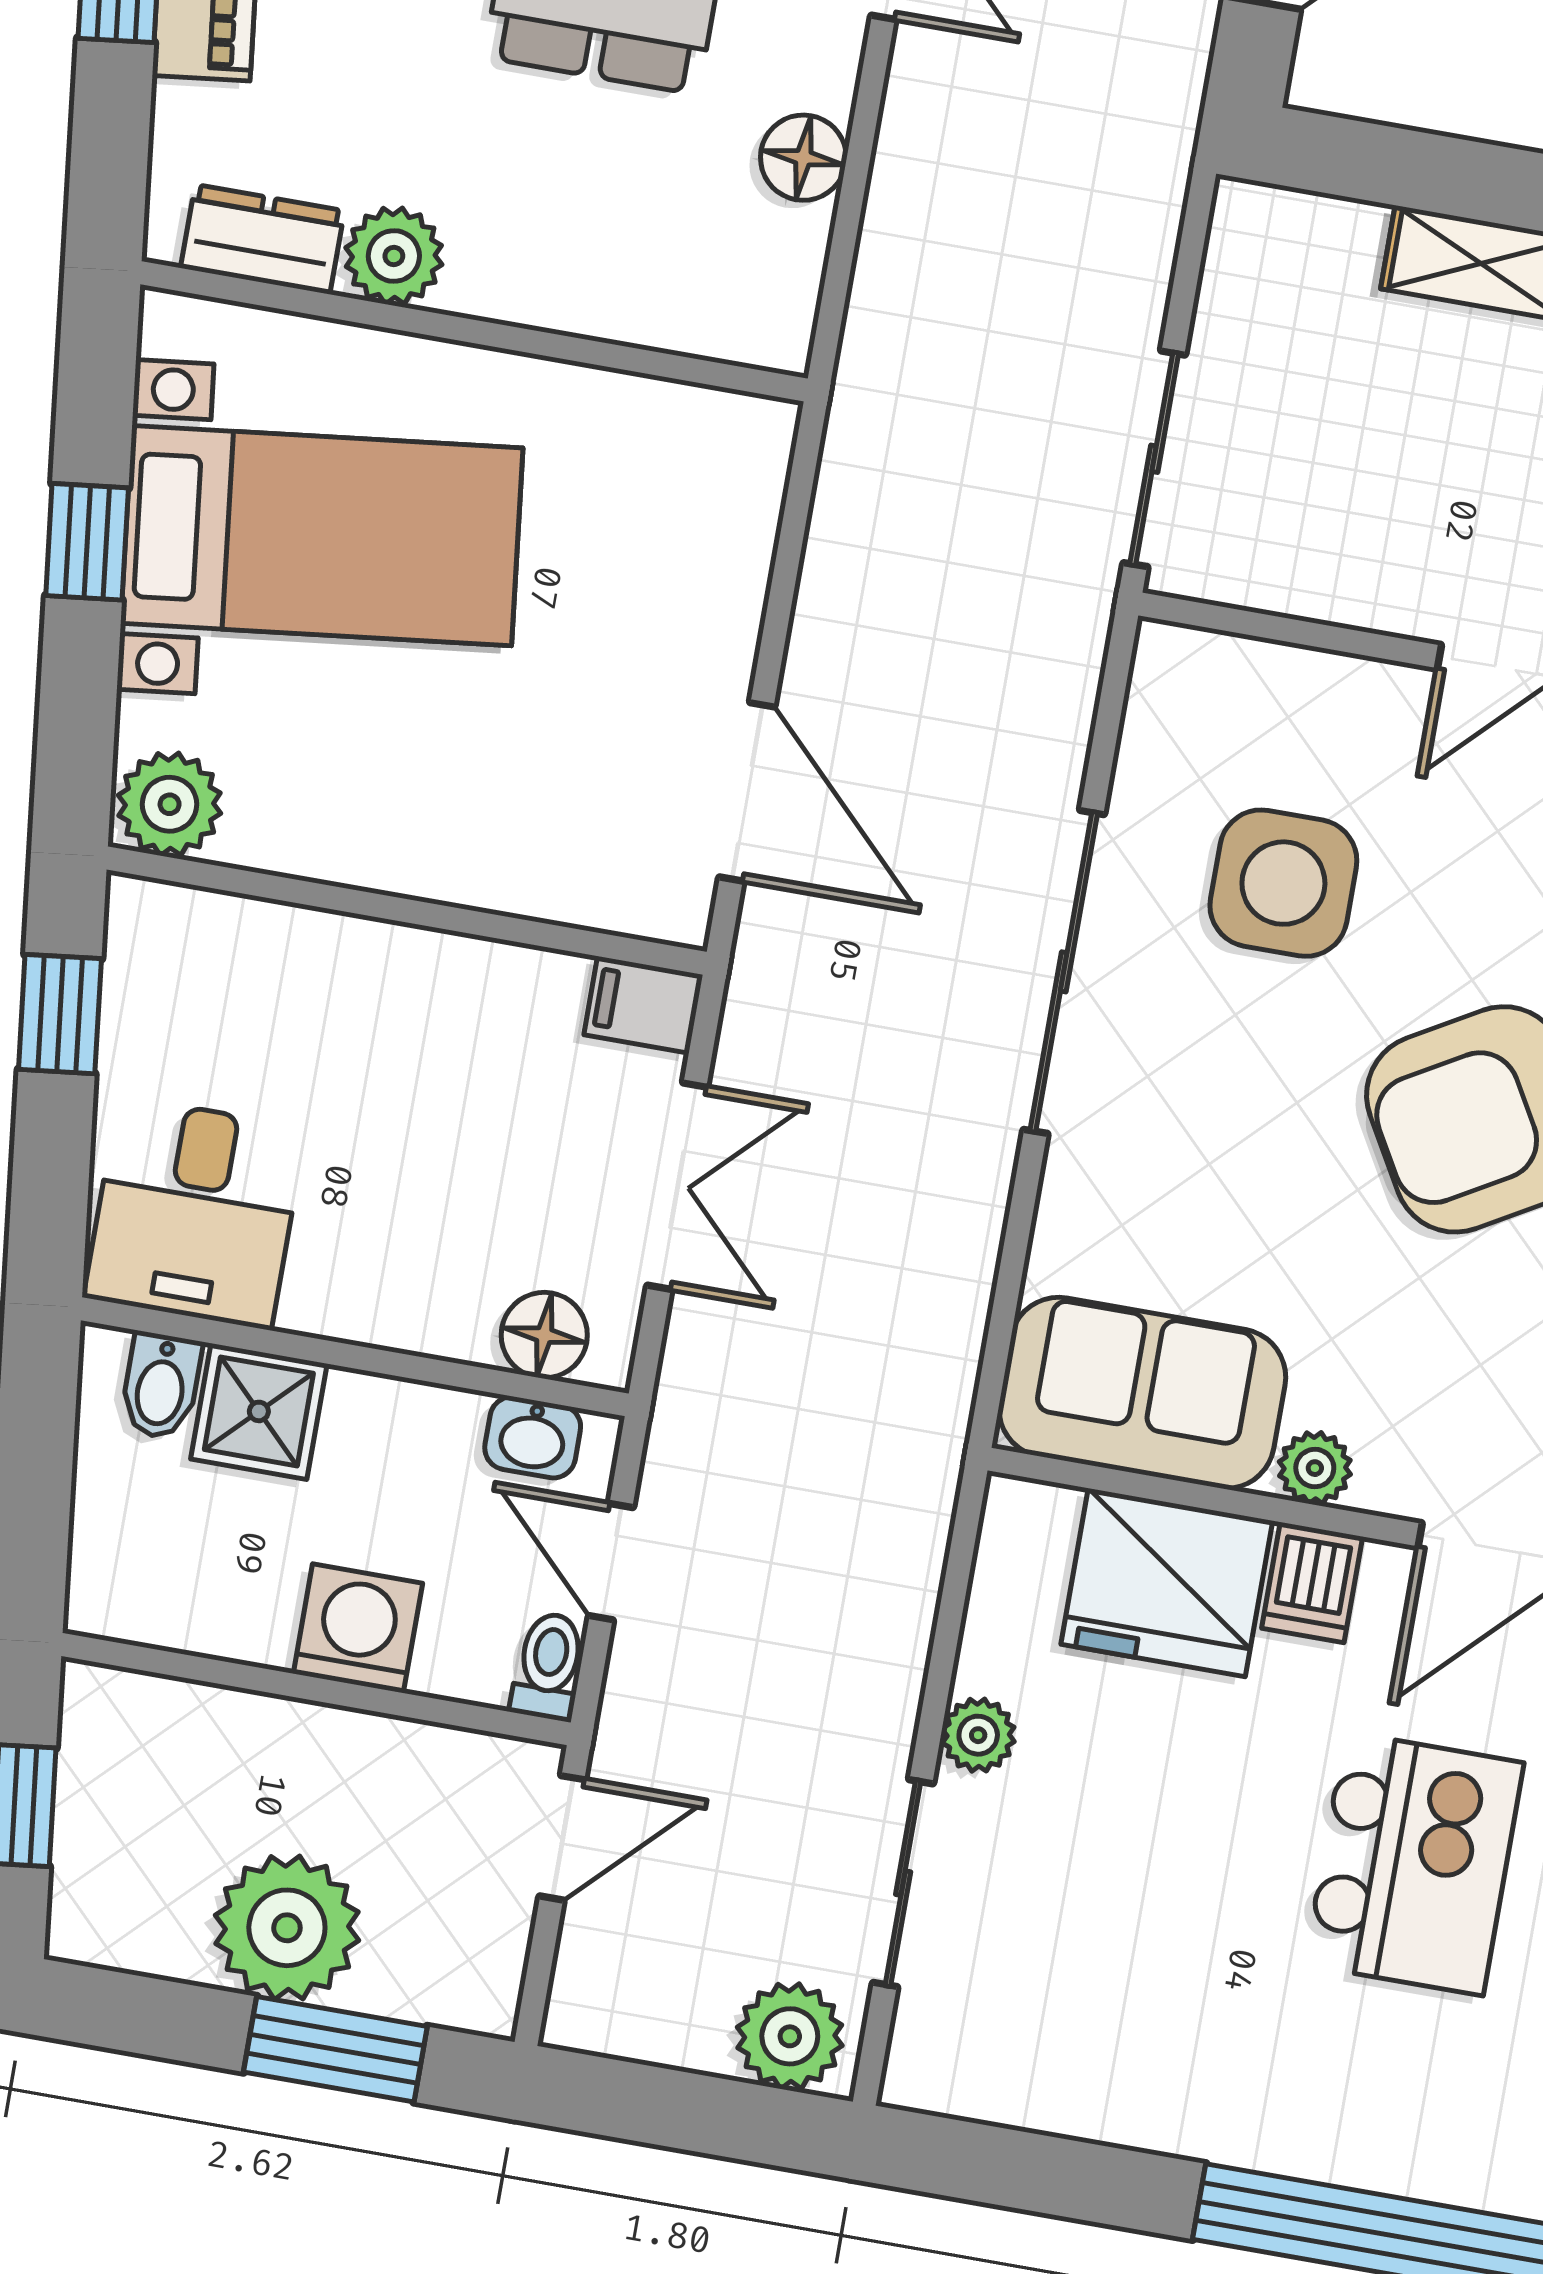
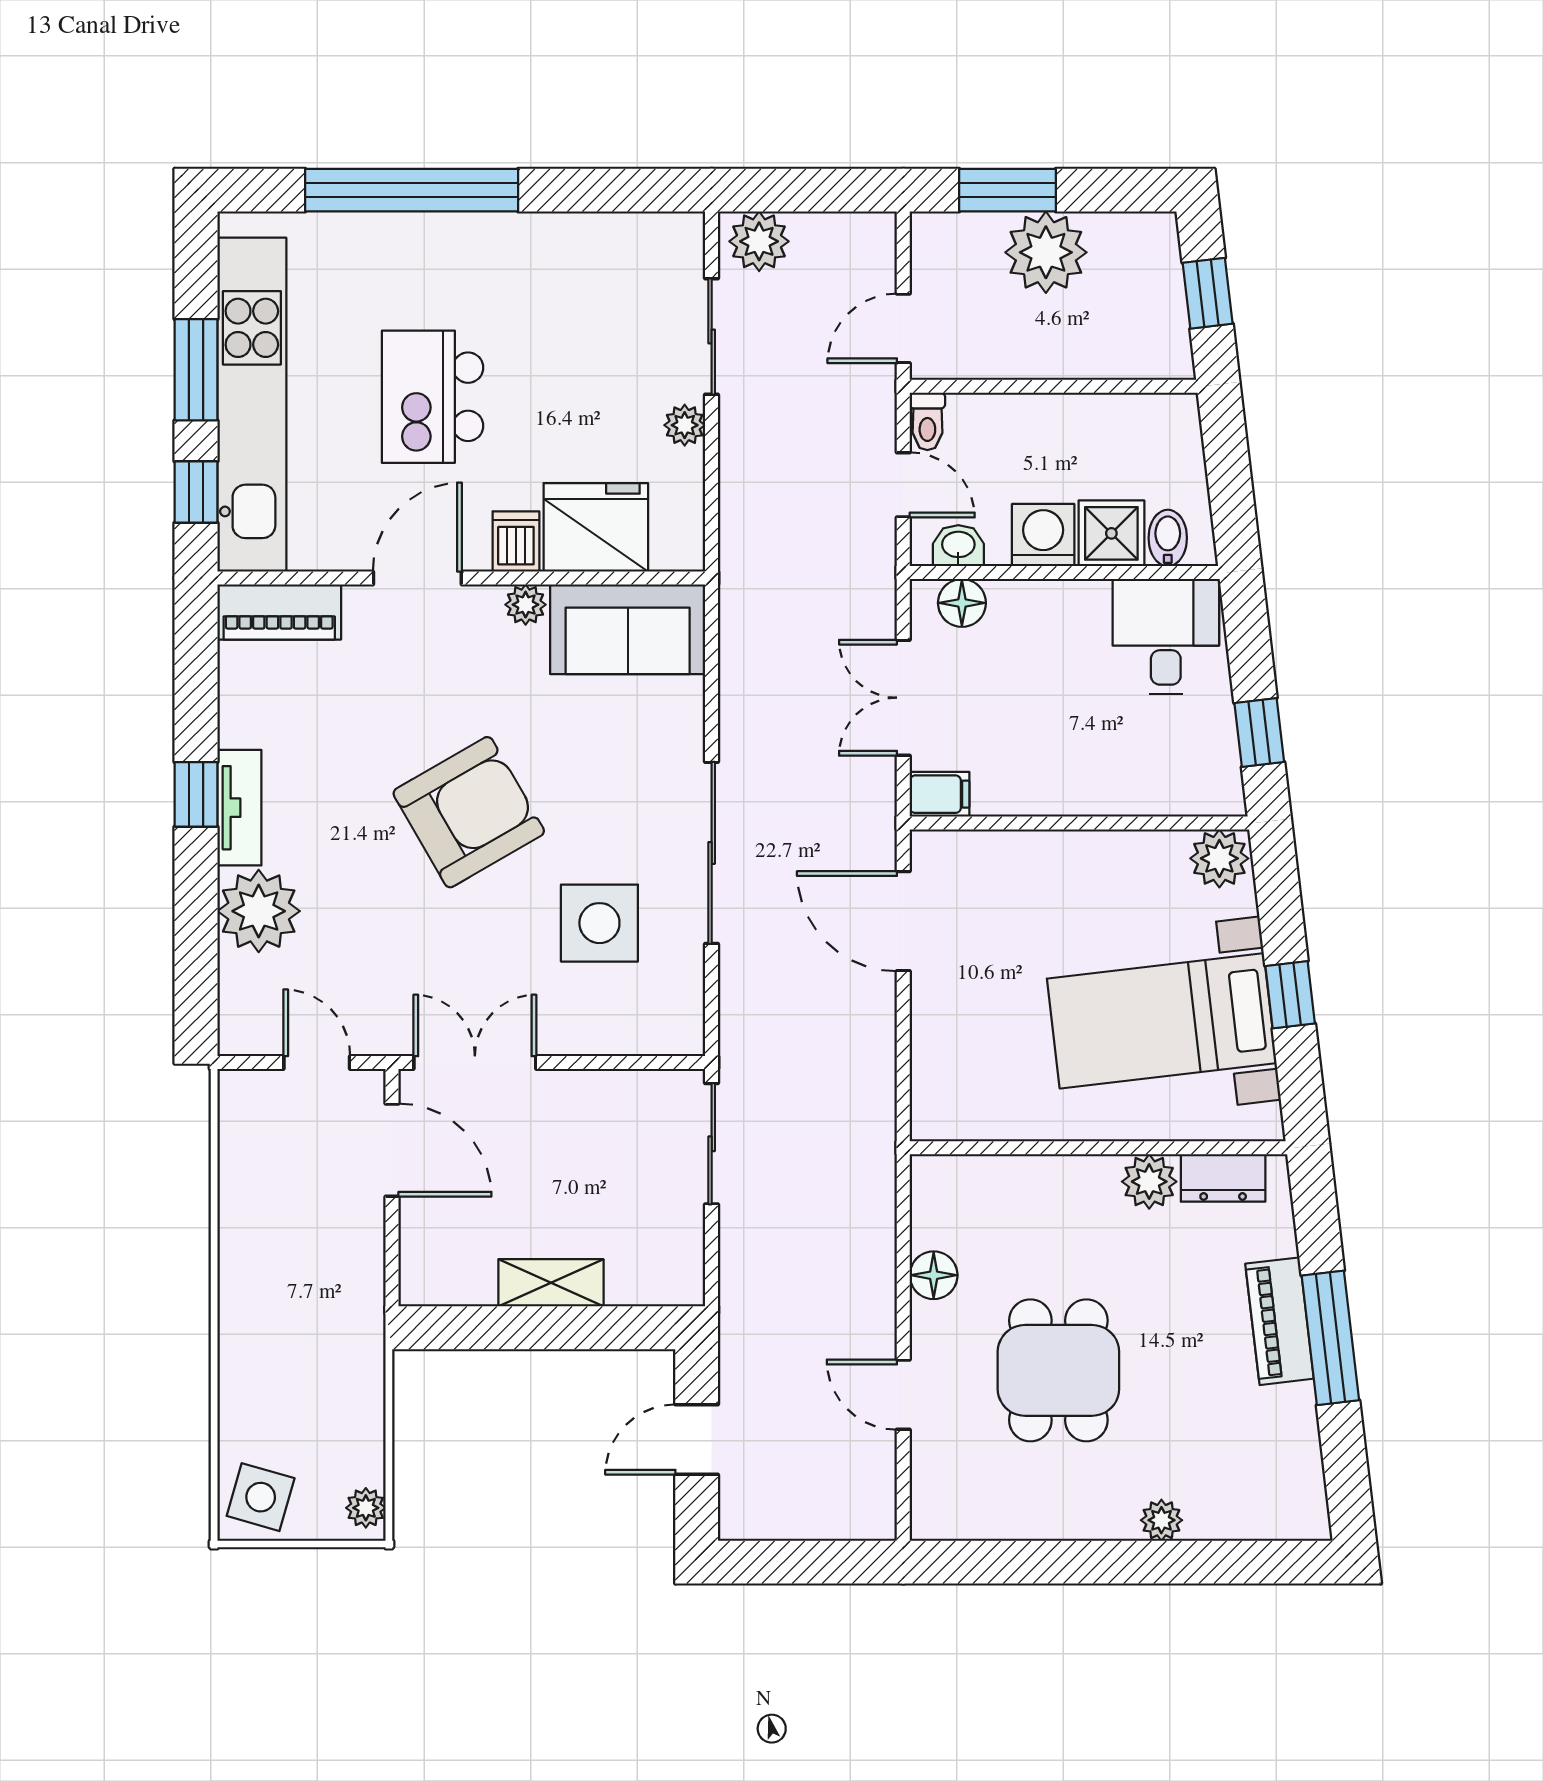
washing machine: (358, 1628) -> (1043, 535), moved, turned 180

